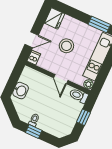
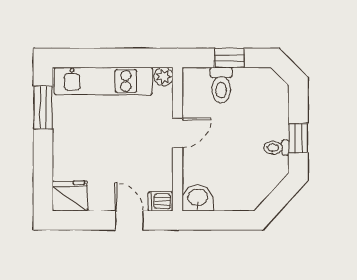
stool: (66, 46) -> (111, 150), removed
washbasin: (21, 91) -> (198, 198), moved
toilet: (79, 96) -> (221, 85), moved

